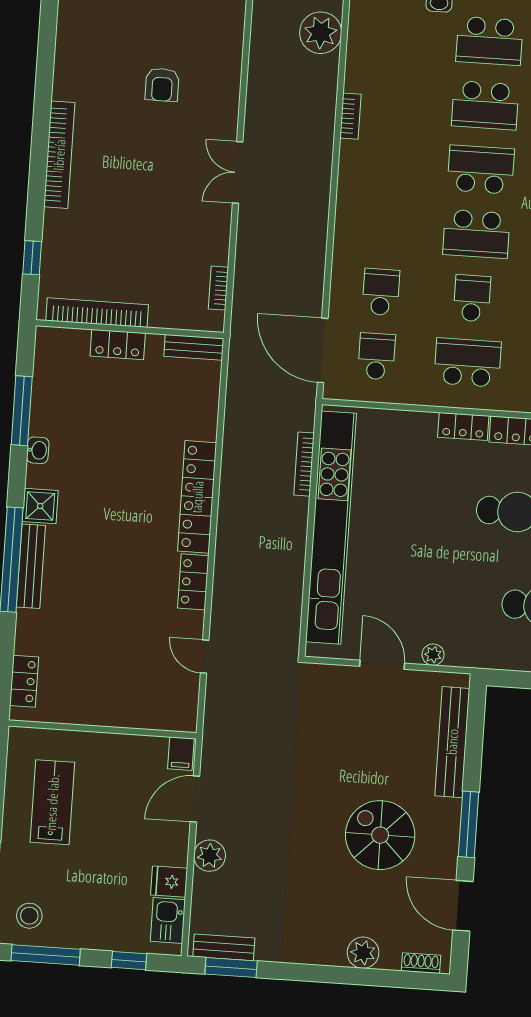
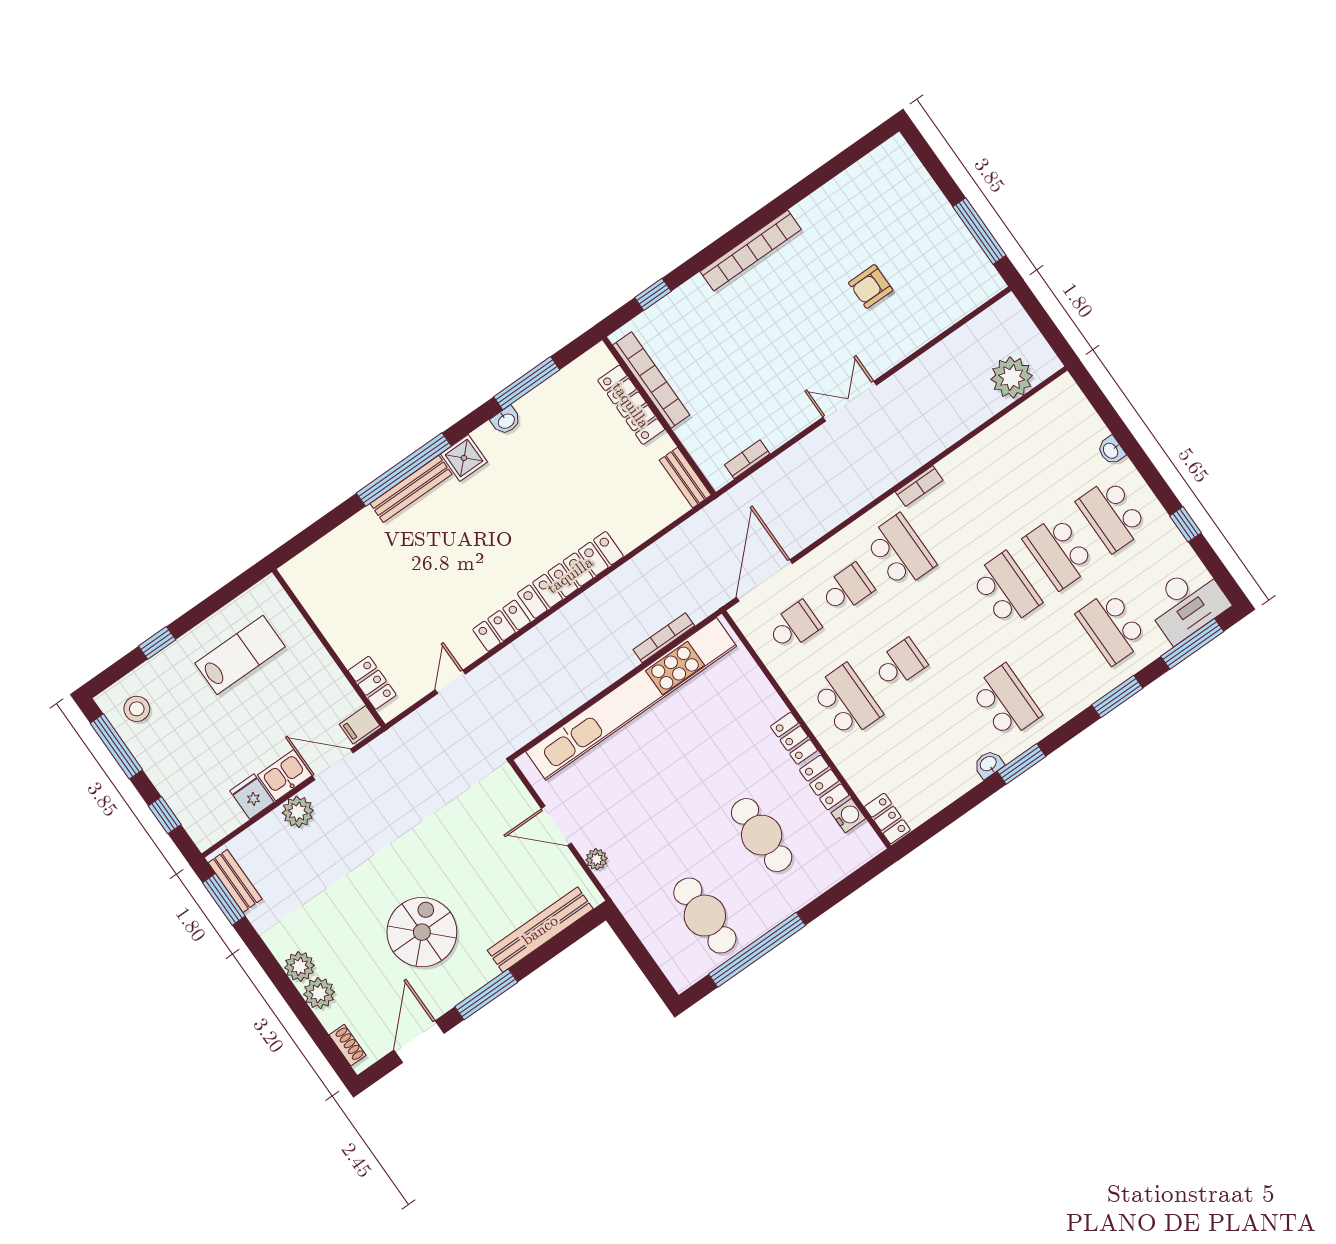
bookcase: (350, 116) -> (919, 486), moved
school desk: (476, 234) -> (900, 552), moved, turned 180
locker: (118, 344) -> (631, 405), width x1.53
door: (382, 665) -> (556, 826), swing flipped
locker: (24, 681) -> (372, 683), moved, turned -90
kitchen sink: (168, 921) -> (285, 775), moved
plant: (330, 951) -> (299, 966), added

